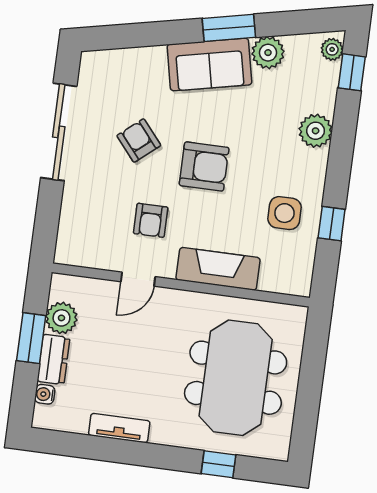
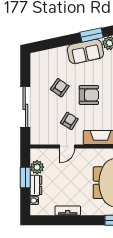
sliding door: (59, 132) -> (25, 107), moved
armchair: (139, 140) -> (60, 88), turned 75
armchair: (151, 220) -> (69, 121), turned -148

